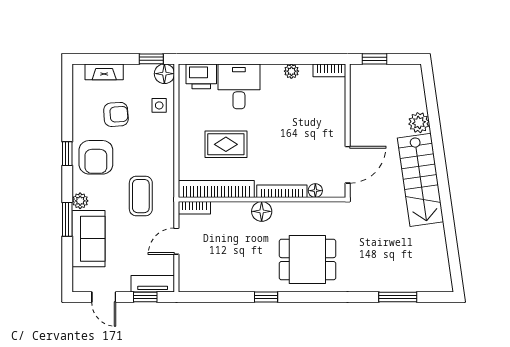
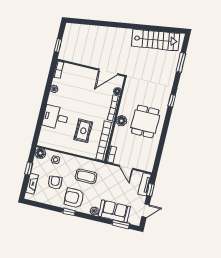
window: (151, 59) -> (29, 169), moved
printer: (201, 76) -> (46, 135), removed
plant: (419, 123) -> (95, 31), removed
armchair: (96, 157) -> (74, 198), turned 180
door: (348, 165) -> (108, 72), swing flipped
stairs: (420, 180) -> (156, 40), moved
coffee table: (141, 196) -> (86, 176), moved
window: (67, 219) -> (121, 224), moved
dining table: (307, 260) -> (145, 122), moved
window: (266, 297) -> (172, 101), moved

